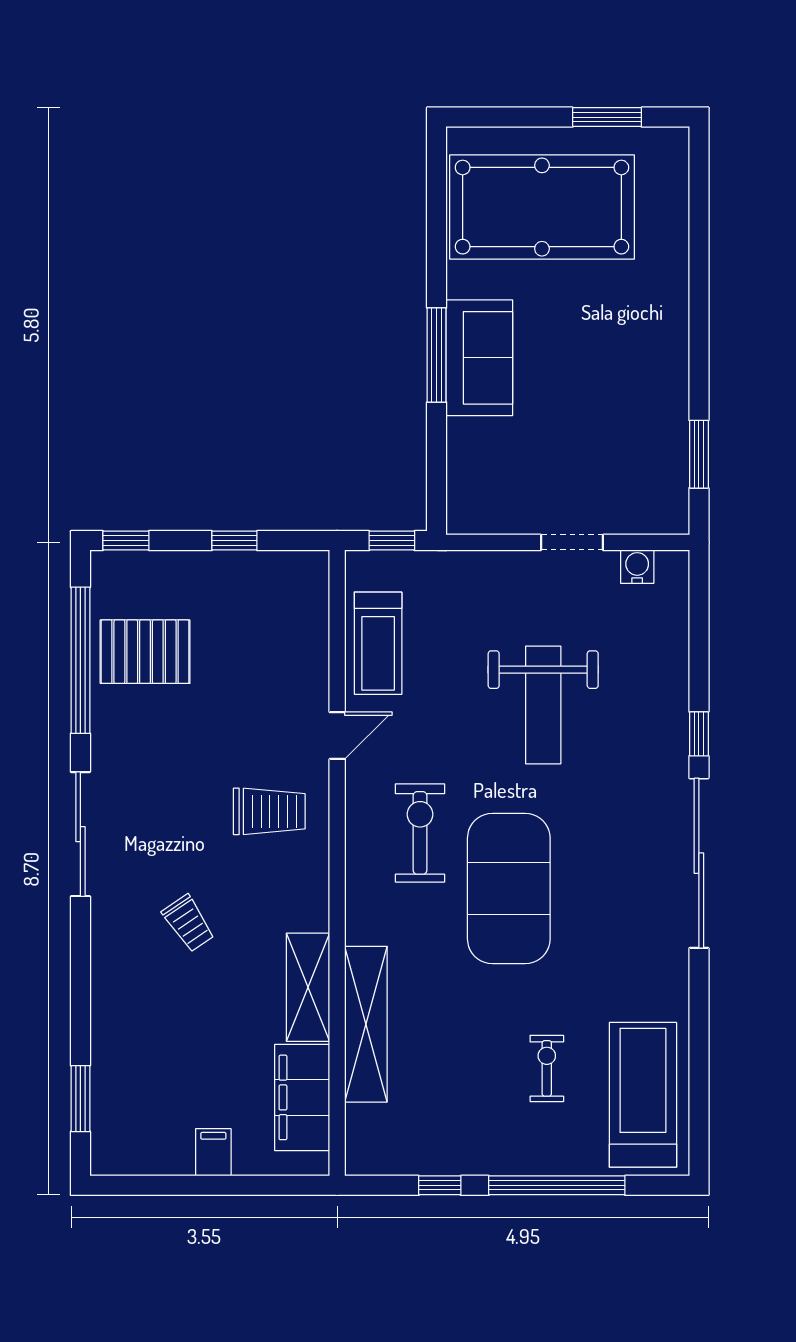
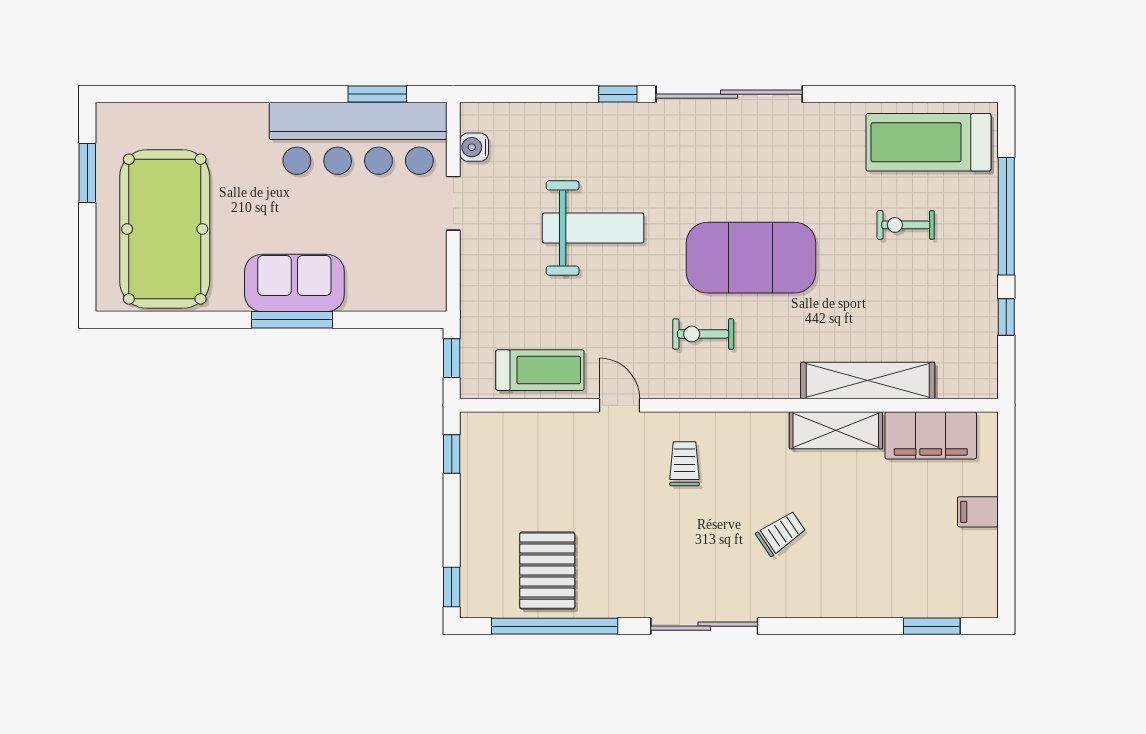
bar counter: (648, 432) -> (358, 138), added
window: (234, 541) -> (452, 454), moved
trolley: (269, 811) -> (685, 464), width x0.73, depth x0.72
exercise bike: (420, 833) -> (703, 334), width x0.73, depth x0.72

